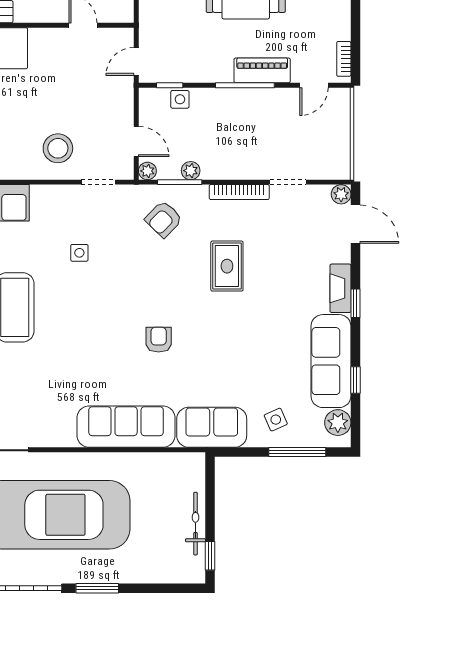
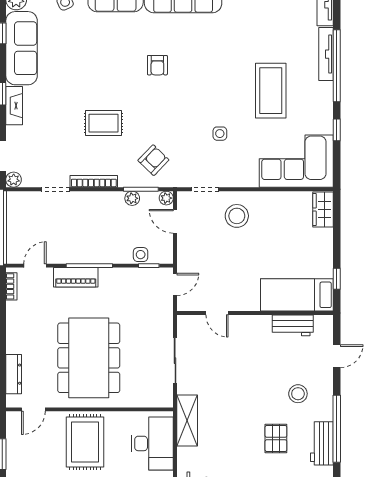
rug: (227, 266) -> (104, 123), turned 90

